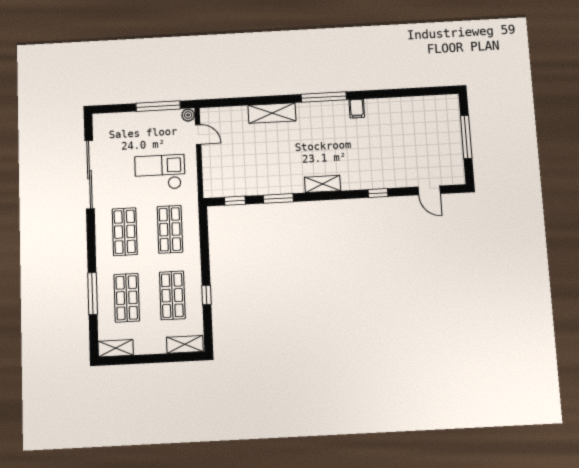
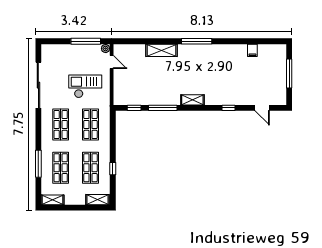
filing cabinet: (357, 109) -> (252, 50), moved
window: (278, 198) -> (163, 108), width x1.44

